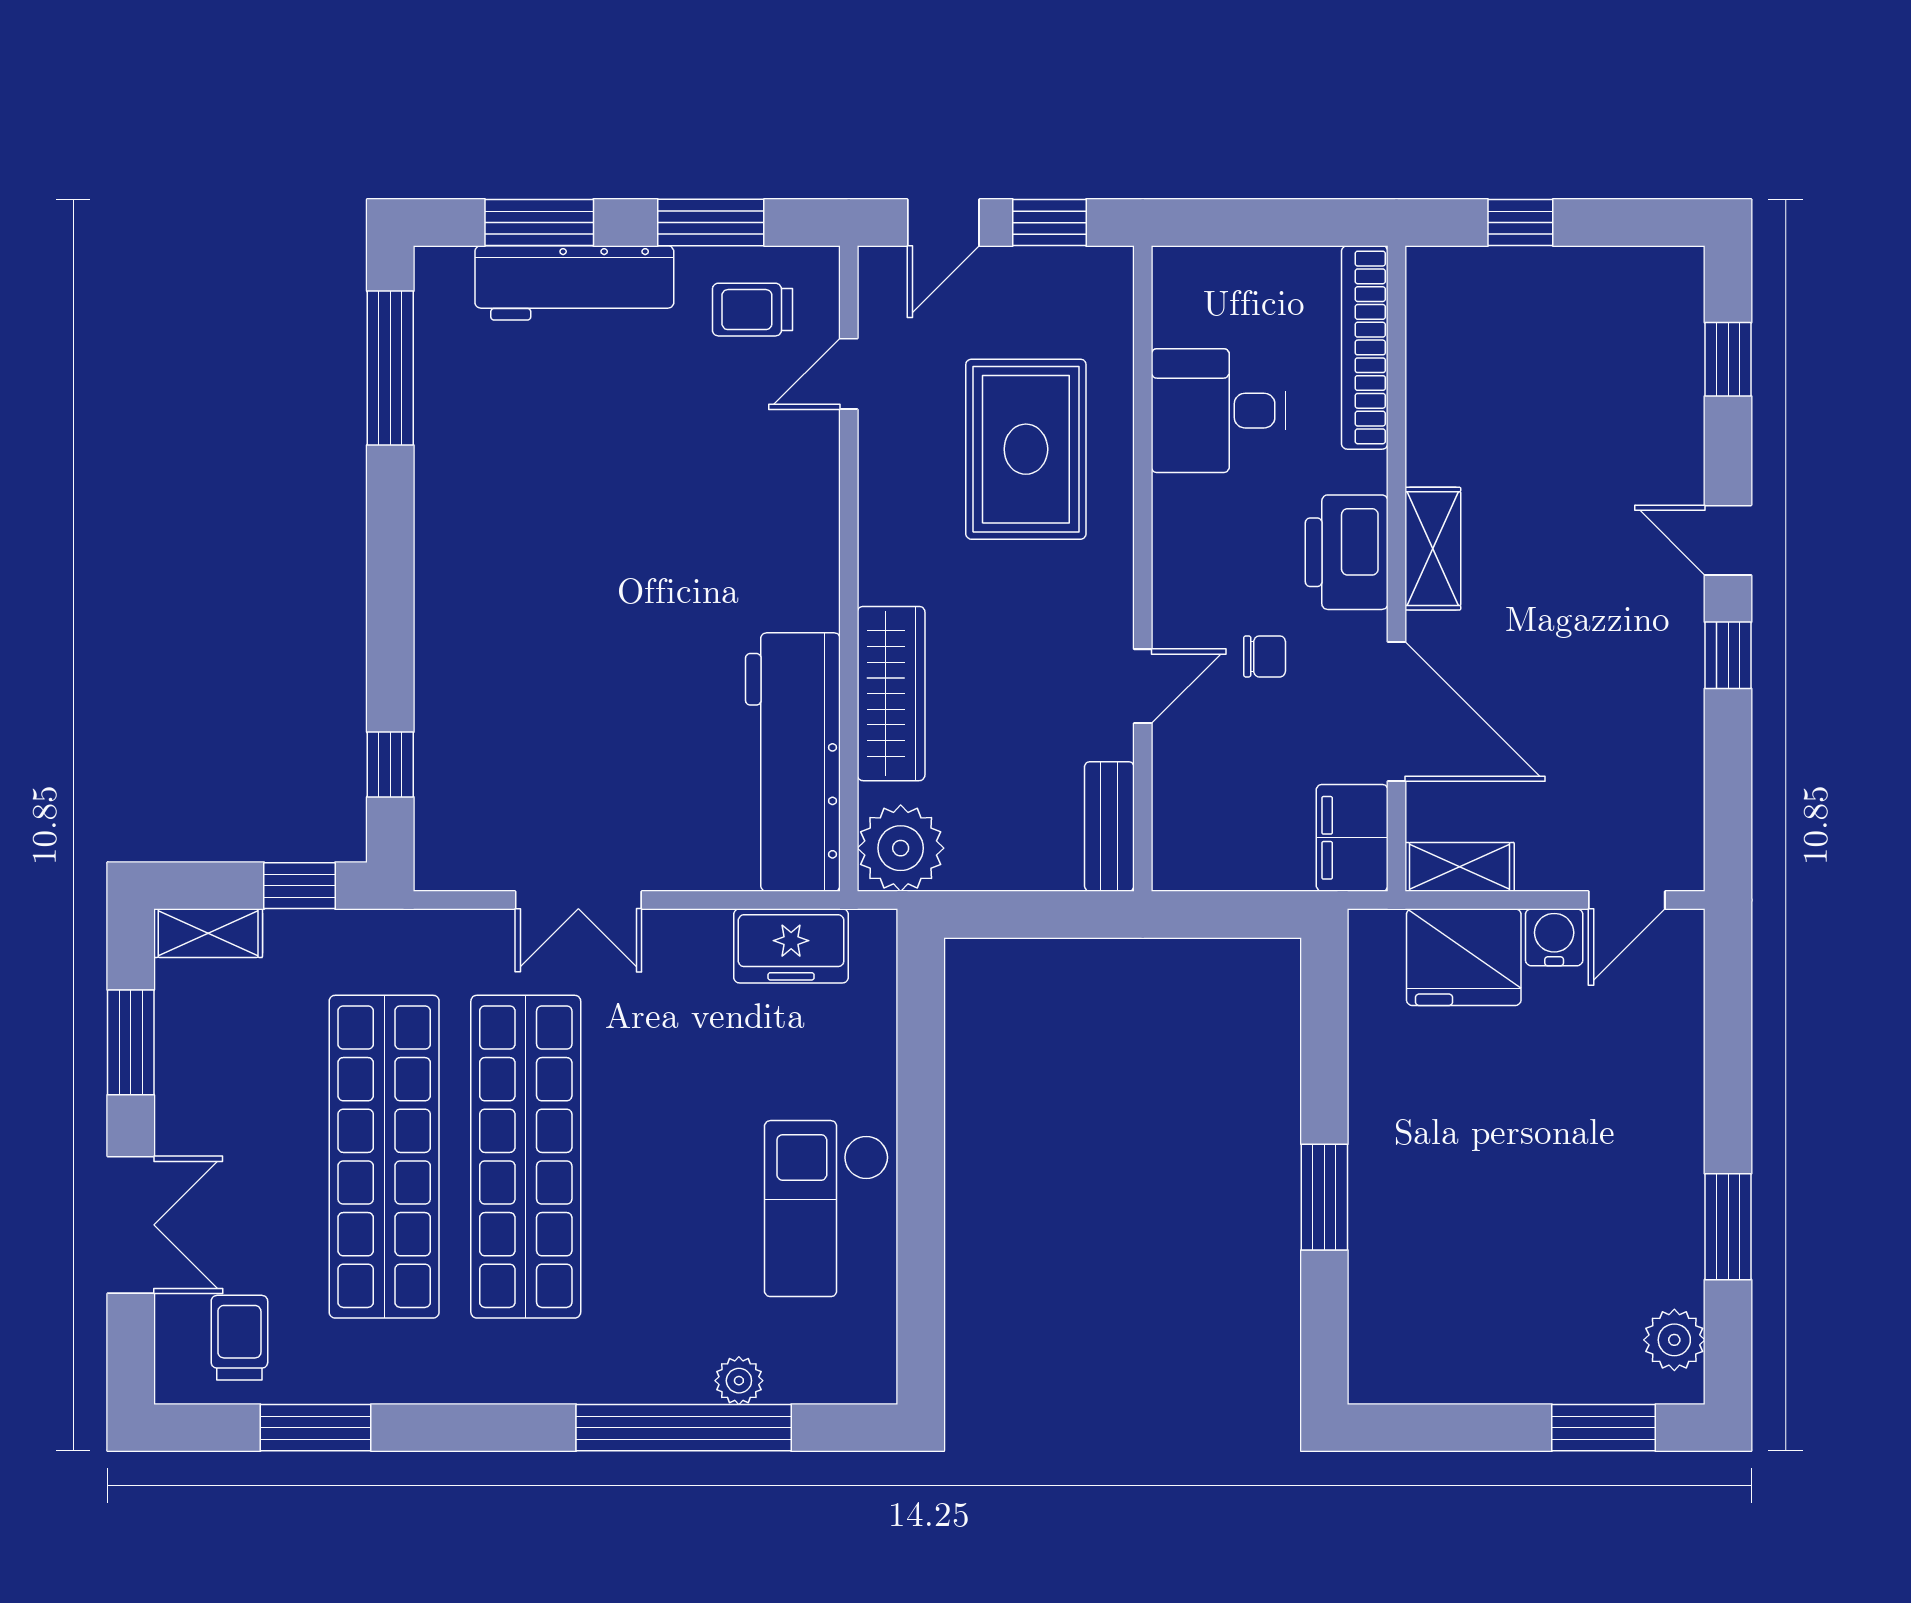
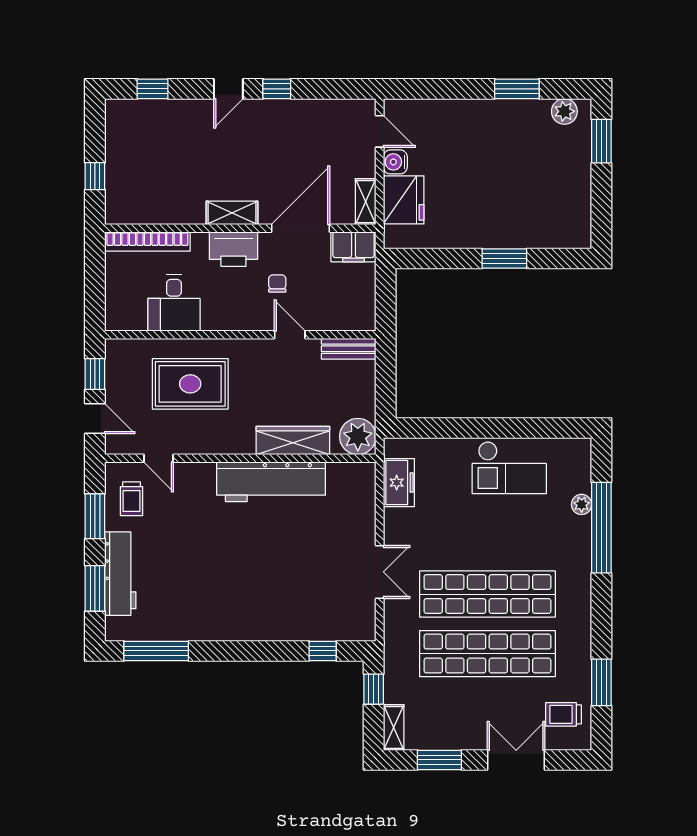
workbench: (793, 762) -> (271, 482), moved

